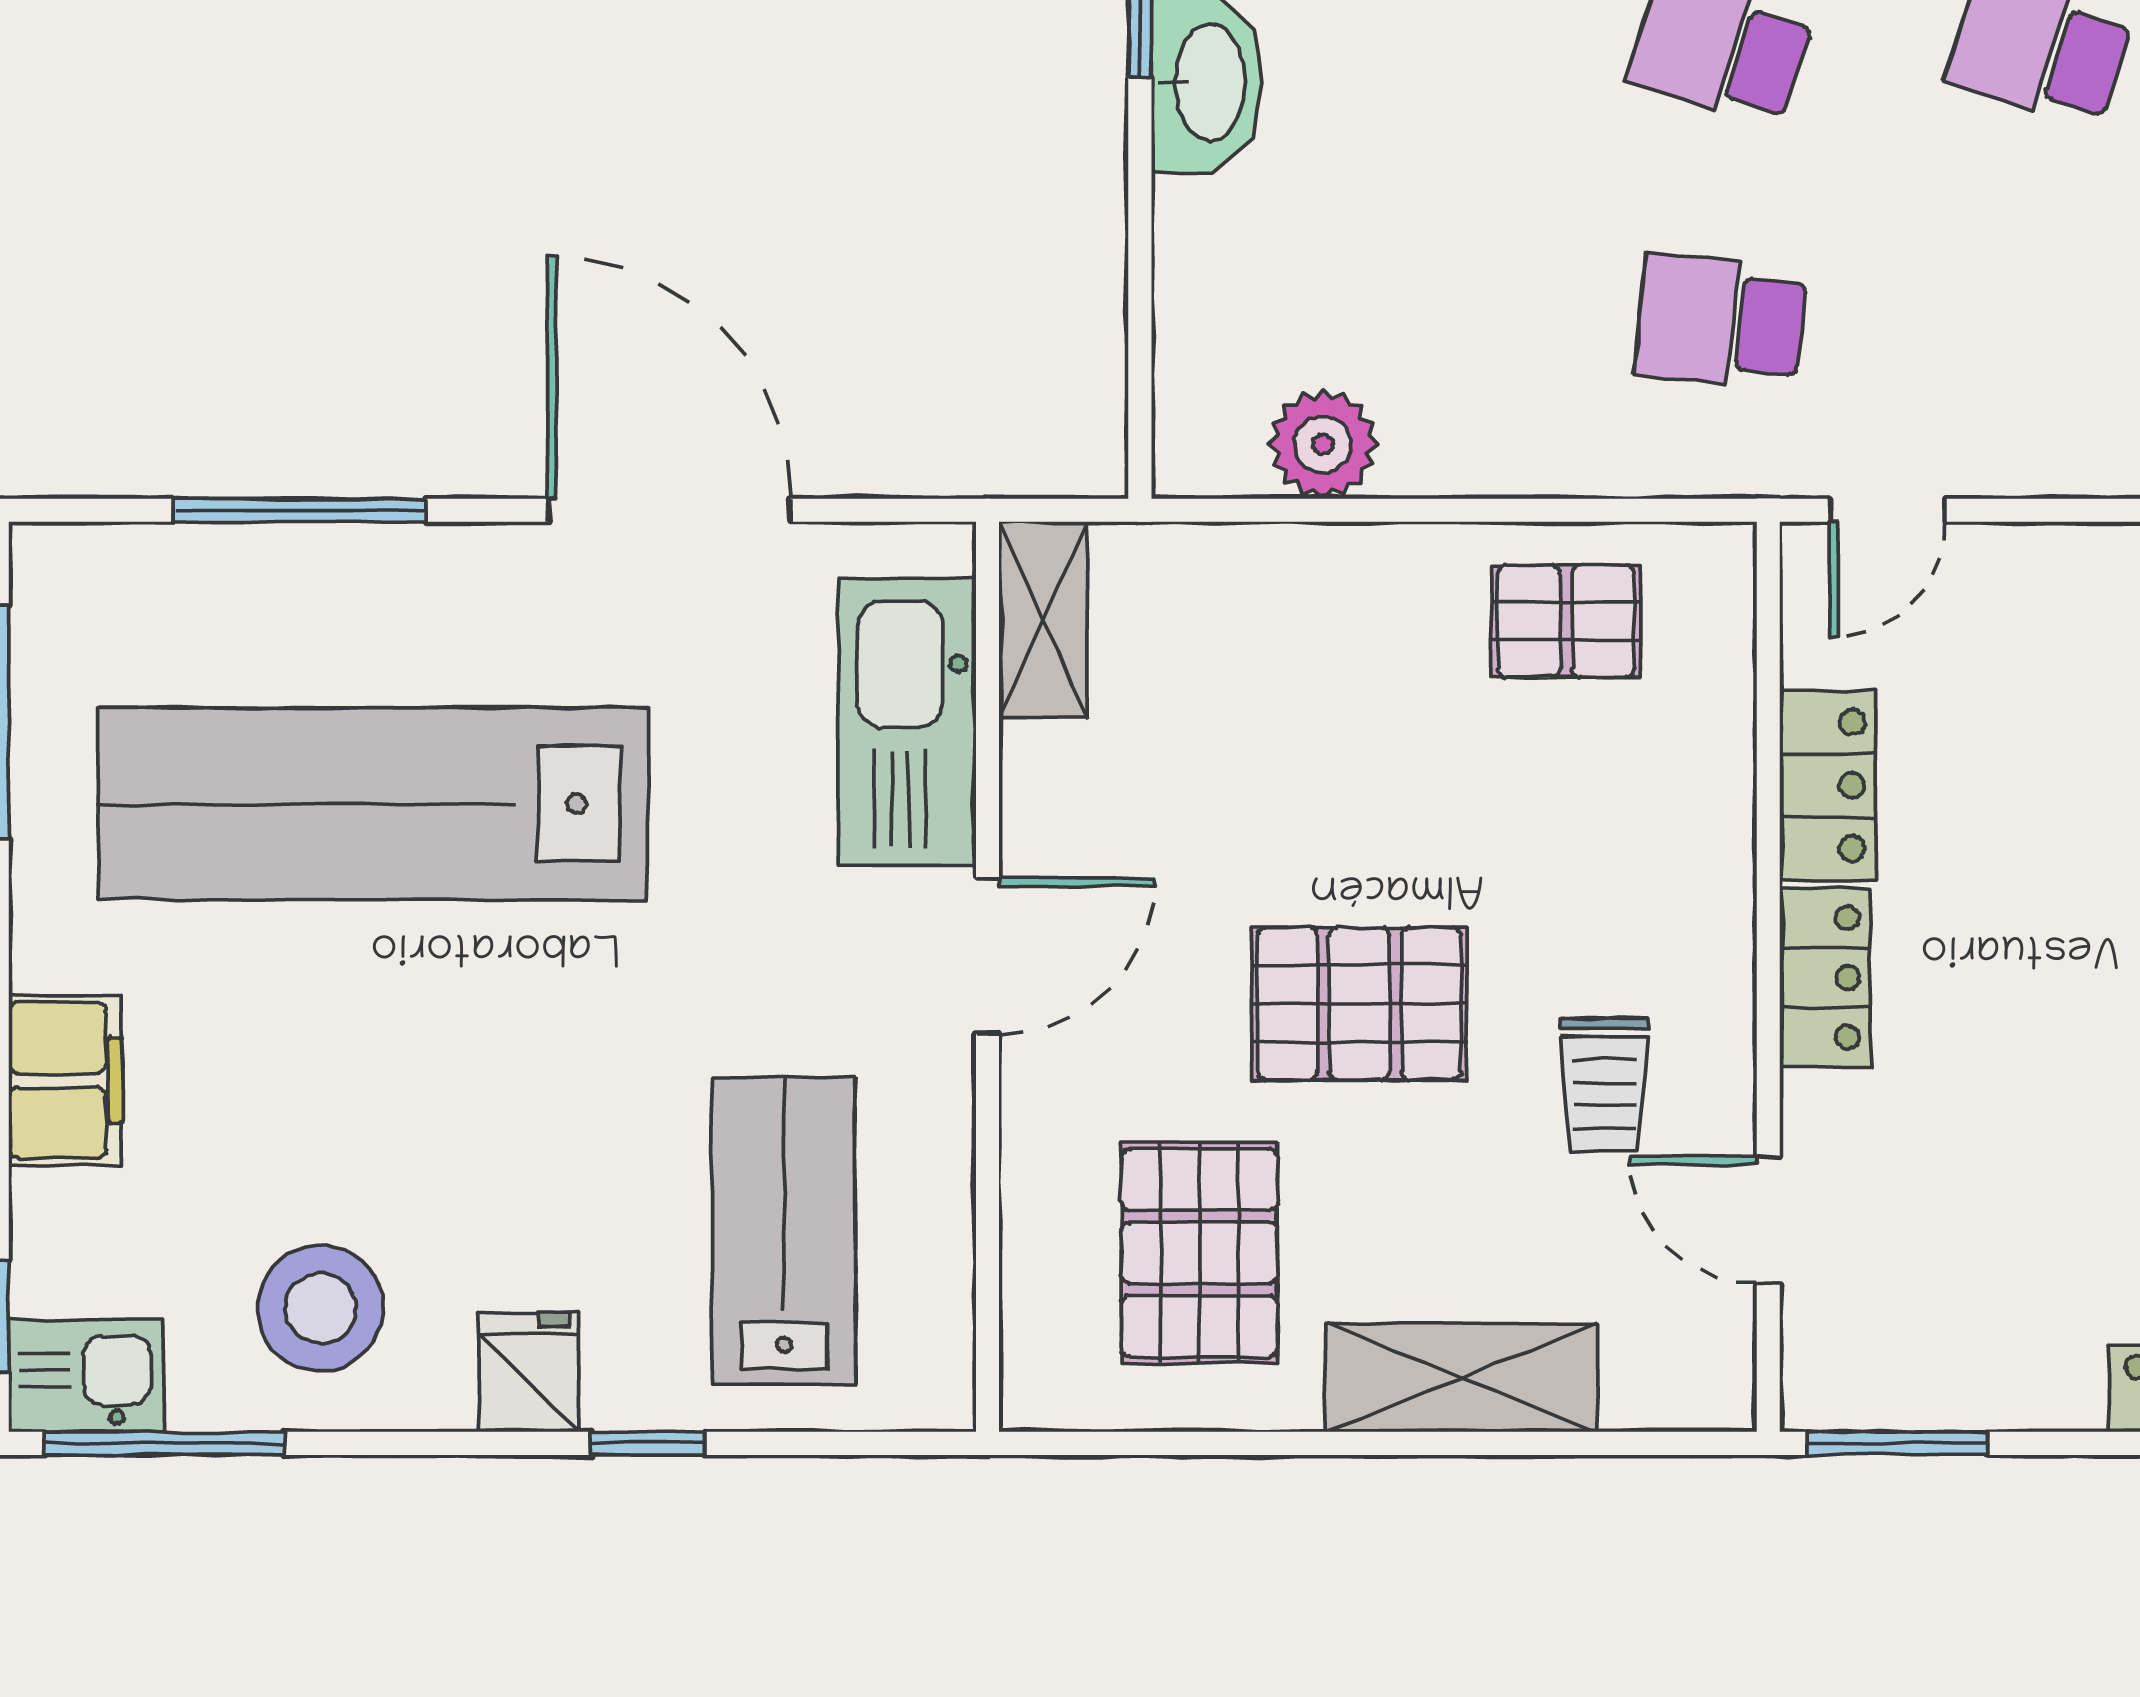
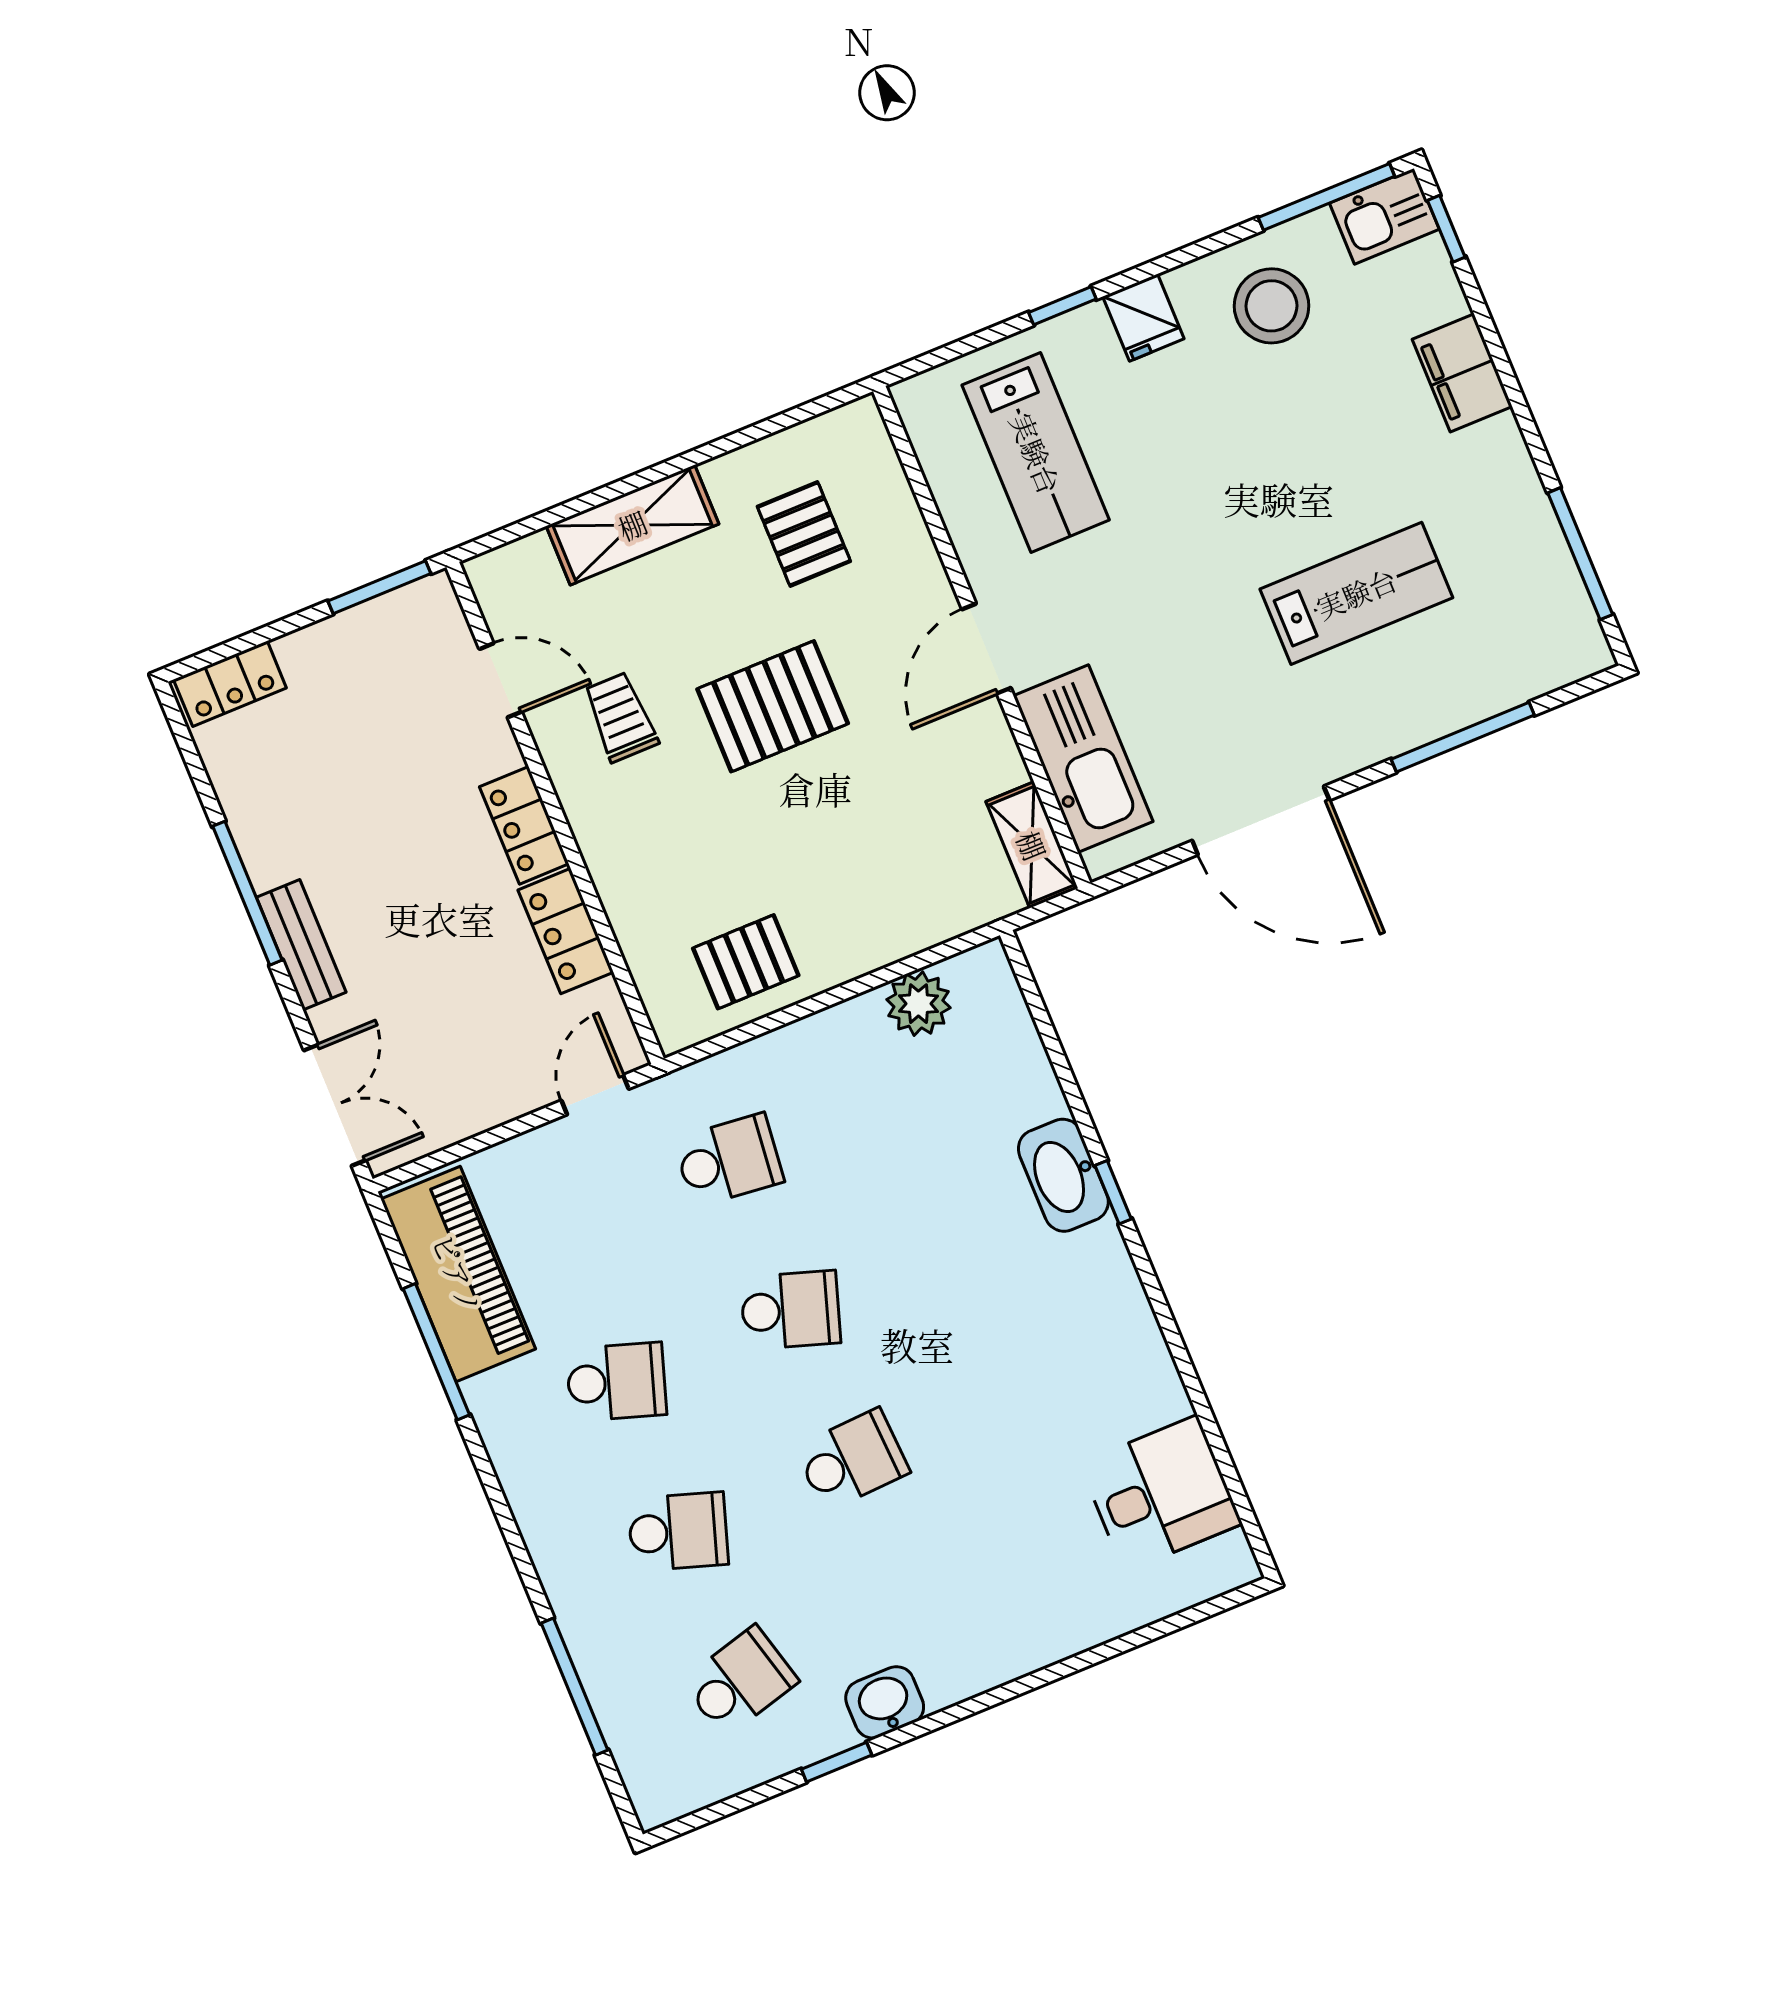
lab bench: (373, 804) -> (1356, 593), width x0.54, depth x0.72
pallet: (1199, 1253) -> (804, 534), width x0.67, depth x0.71

